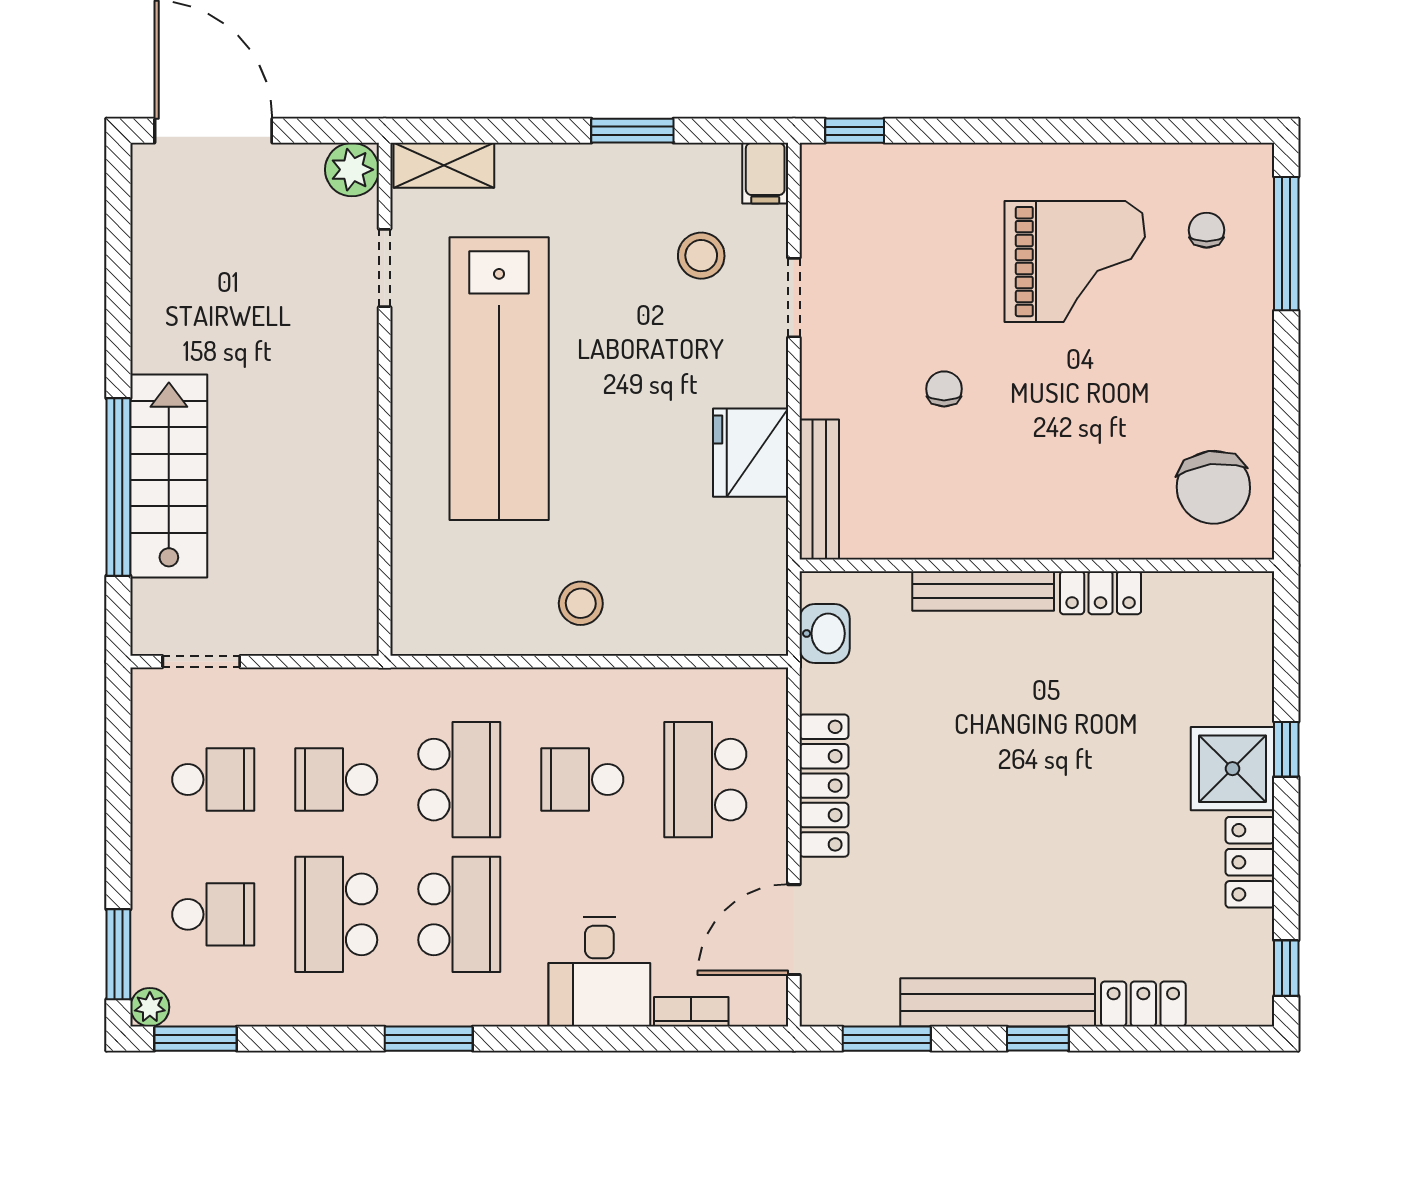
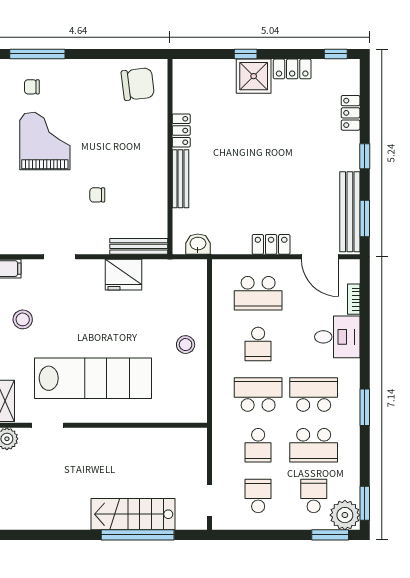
stool: (701, 256) -> (23, 319), moved
locker: (824, 786) -> (271, 244), width x0.66
bench: (998, 1002) -> (350, 212), moved
plant: (150, 1007) -> (345, 515), width x1.87, depth x1.87

